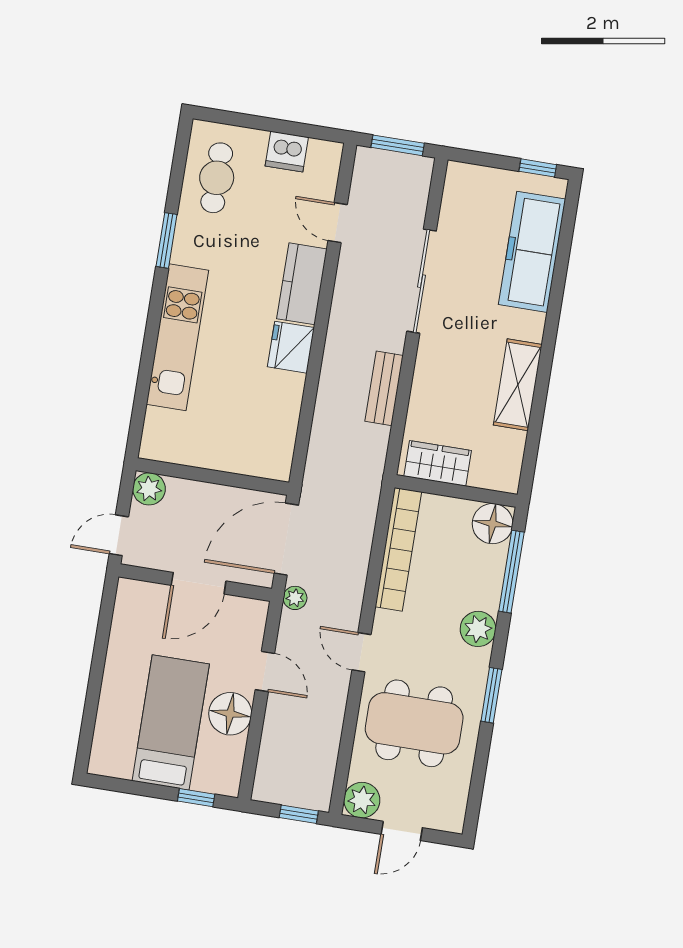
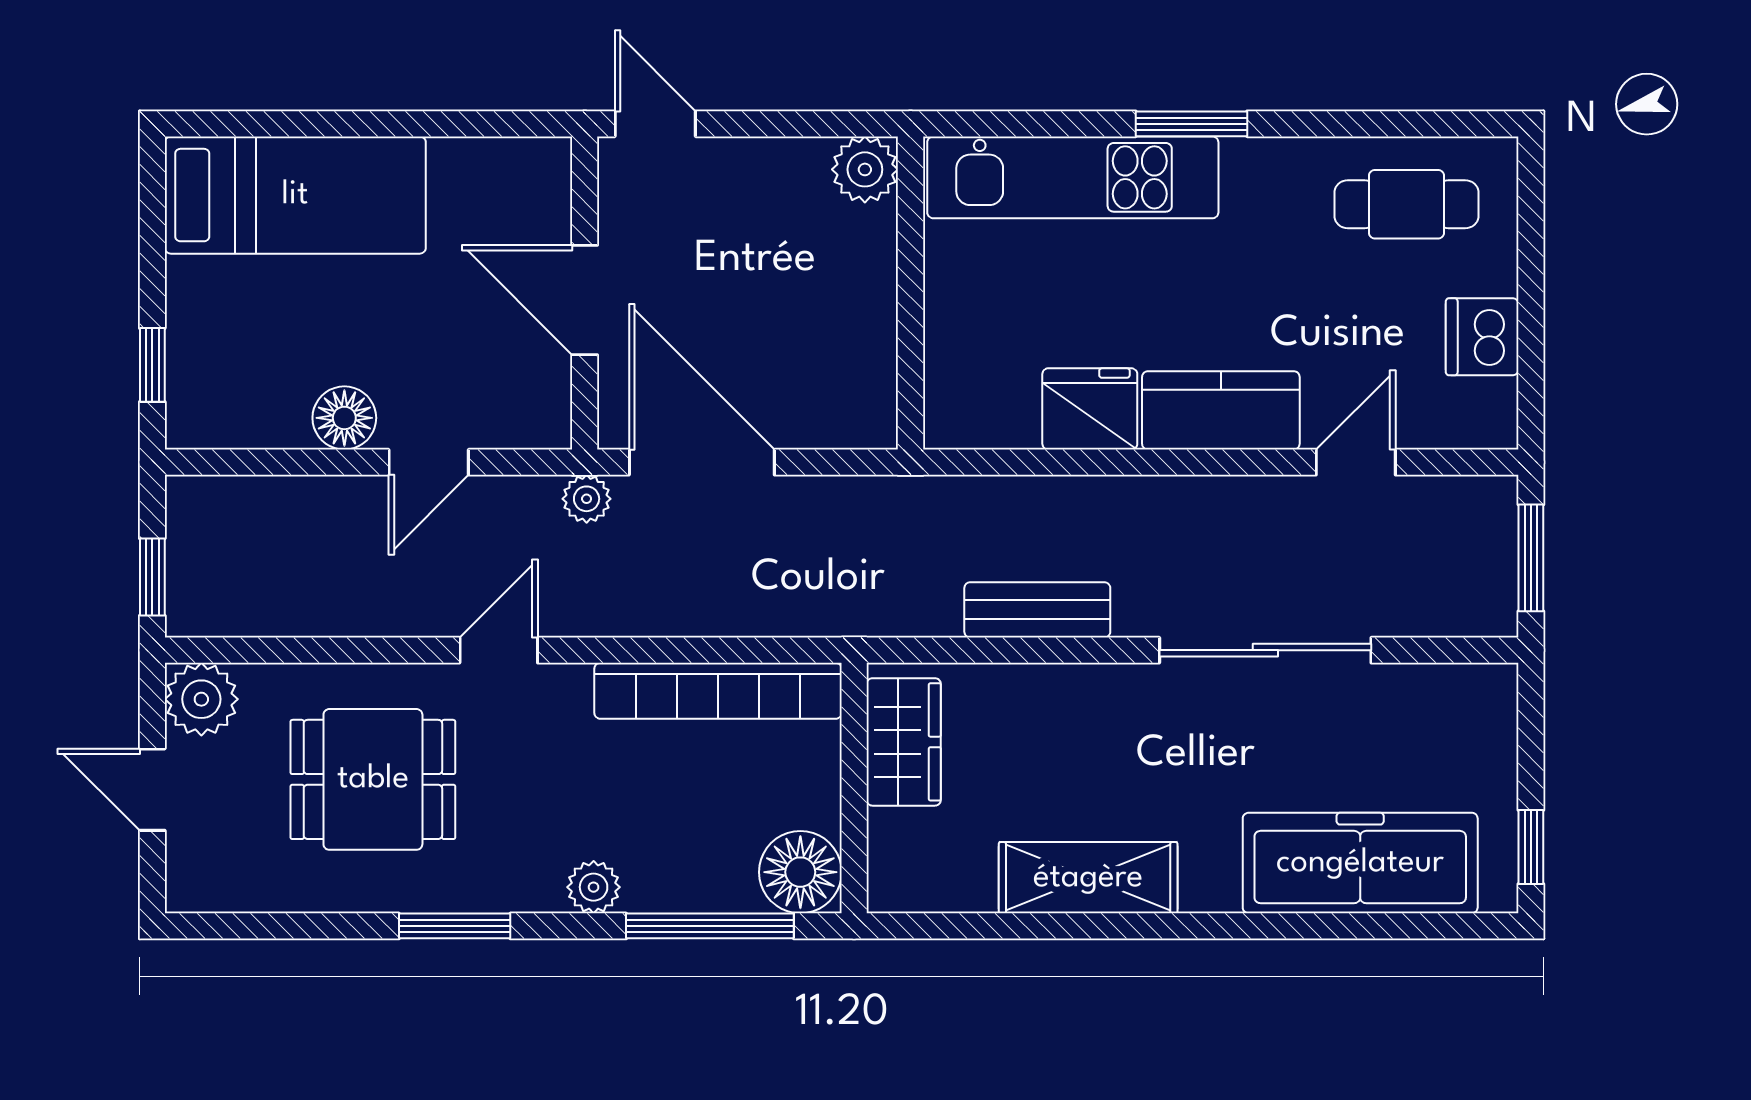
window: (167, 240) -> (1191, 124), moved
wall: (212, 476) -> (911, 293), moved
plant: (149, 489) -> (865, 169), moved
plant: (478, 629) -> (594, 887), width x0.73, depth x0.73
floor lamp: (230, 714) -> (344, 418), width x0.73, depth x0.73
bed: (171, 722) -> (295, 195), moved
dining table: (414, 723) -> (373, 779), width x0.73

